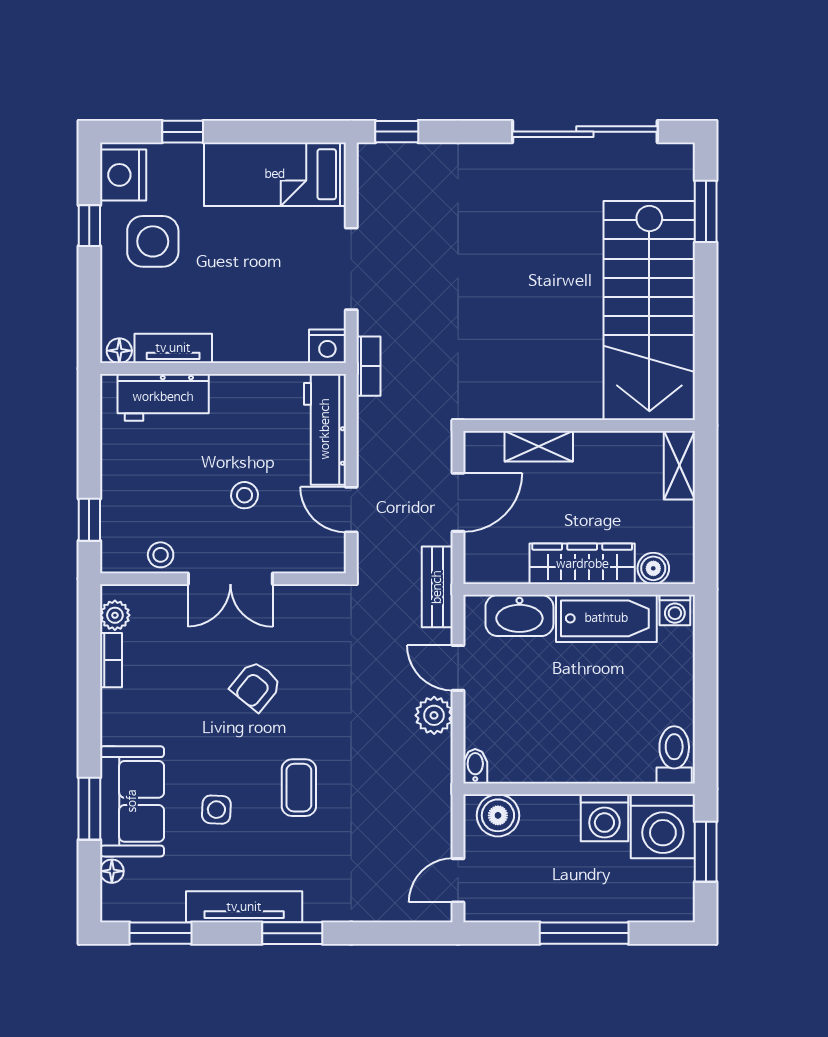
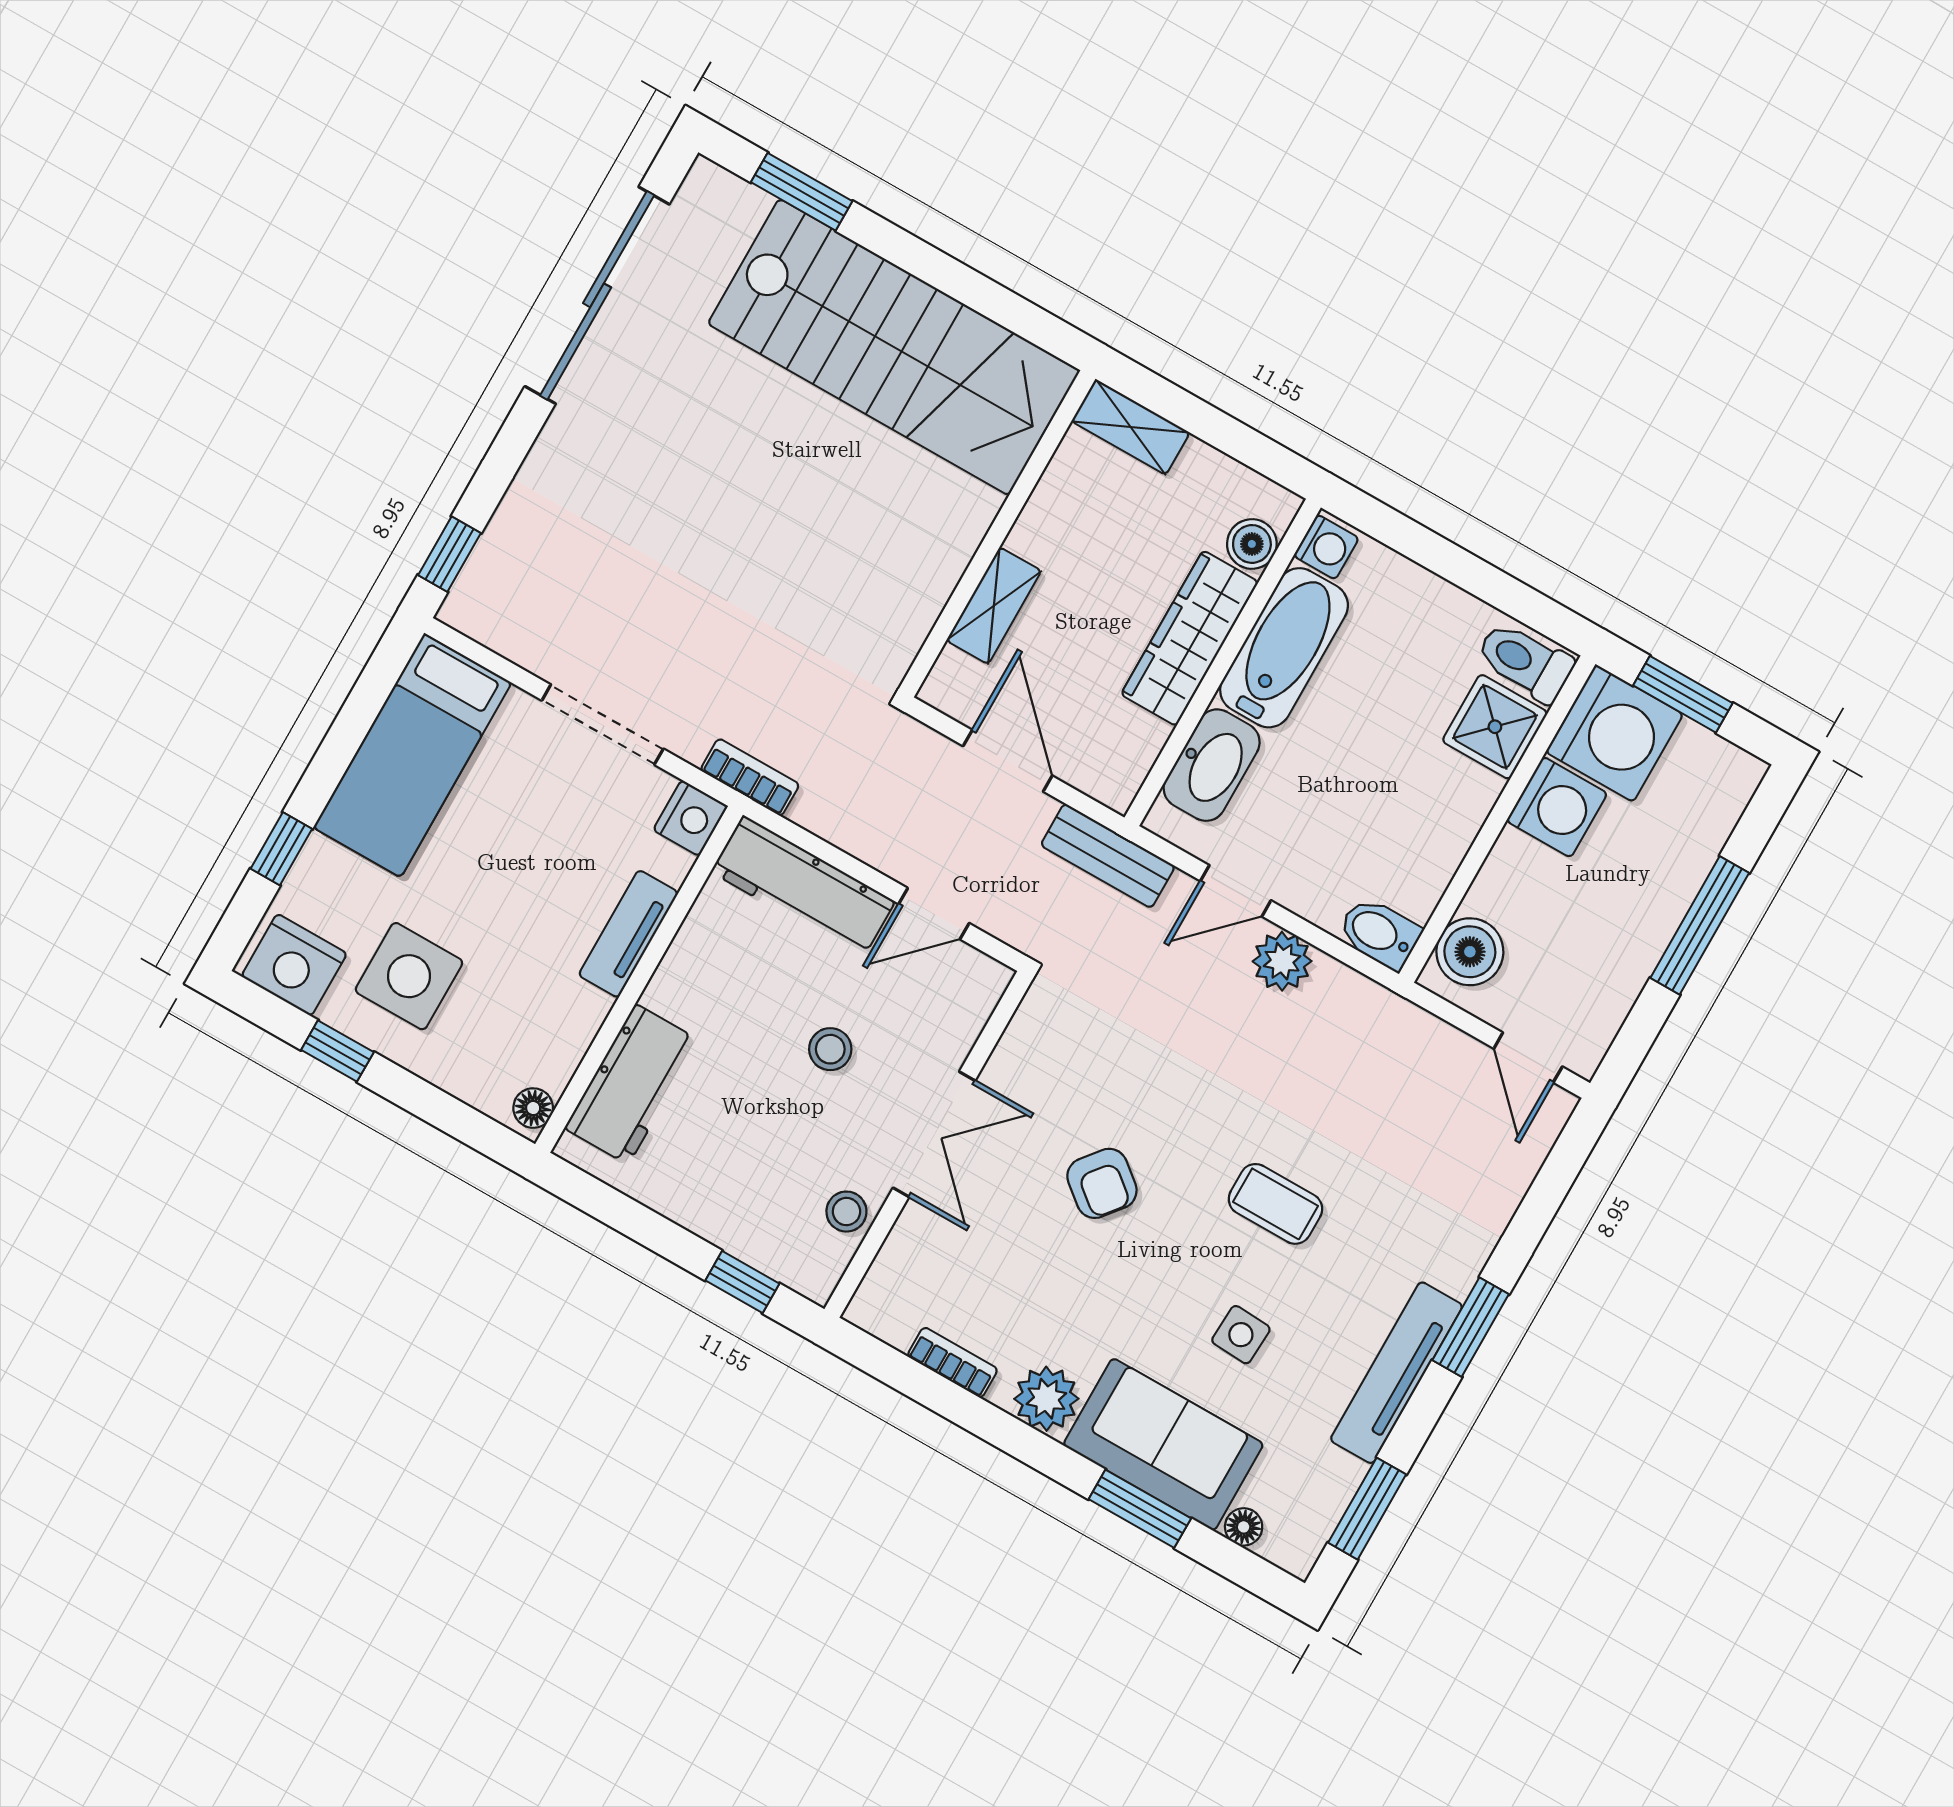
tv unit: (173, 348) -> (628, 934), moved
plant: (115, 615) -> (1046, 1399), moved, width x1.38, depth x1.38
shower: (629, 759) -> (1495, 727), added
bidet: (475, 766) -> (1379, 933), width x1.38, depth x1.36

